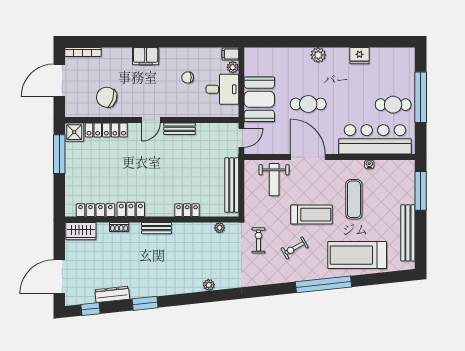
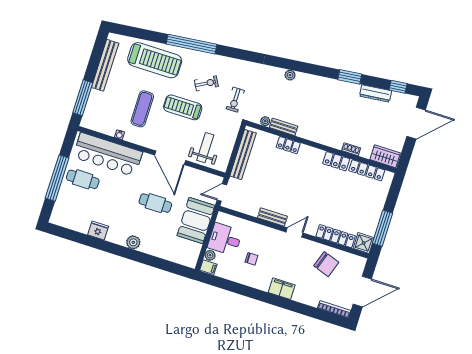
bench: (156, 228) -> (284, 127), moved

